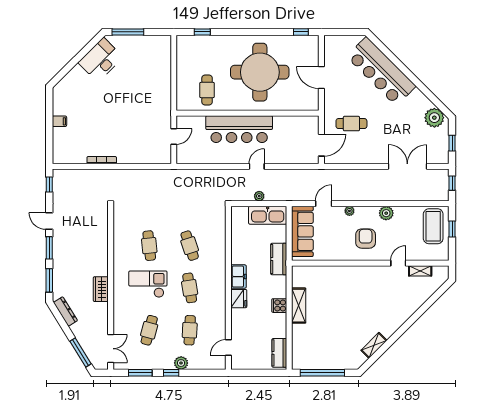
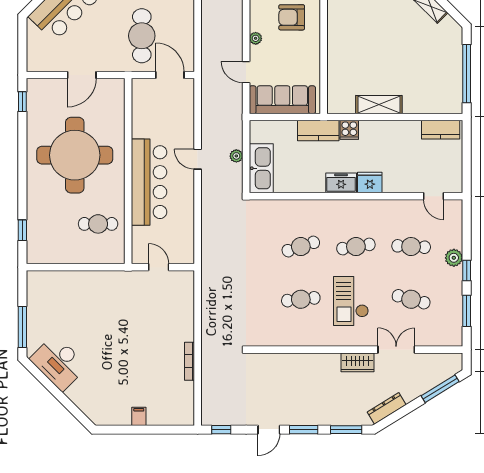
cafe table: (351, 124) -> (142, 36), width x1.37, depth x1.35
kitchen sink: (268, 215) -> (261, 168), moved
cooker: (279, 306) -> (349, 130), moved
double door: (111, 349) -> (396, 350), moved

